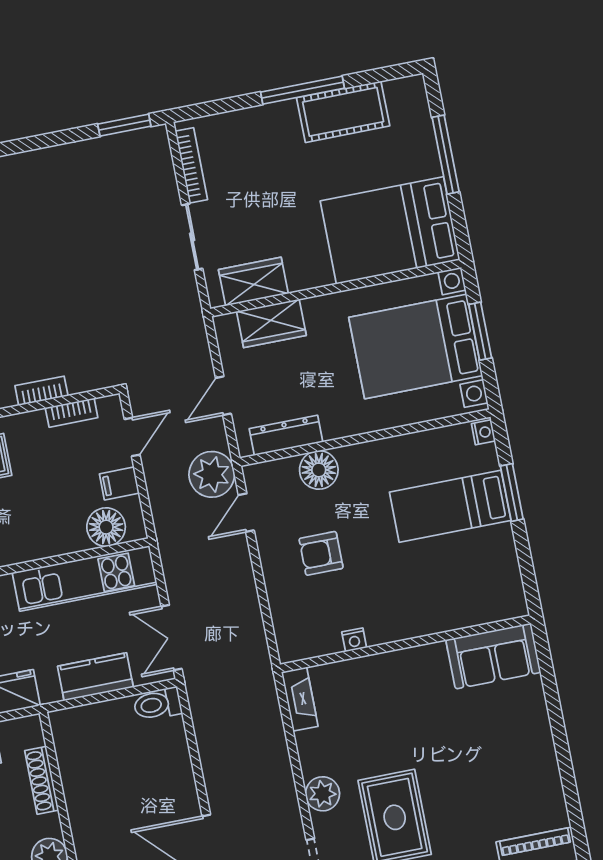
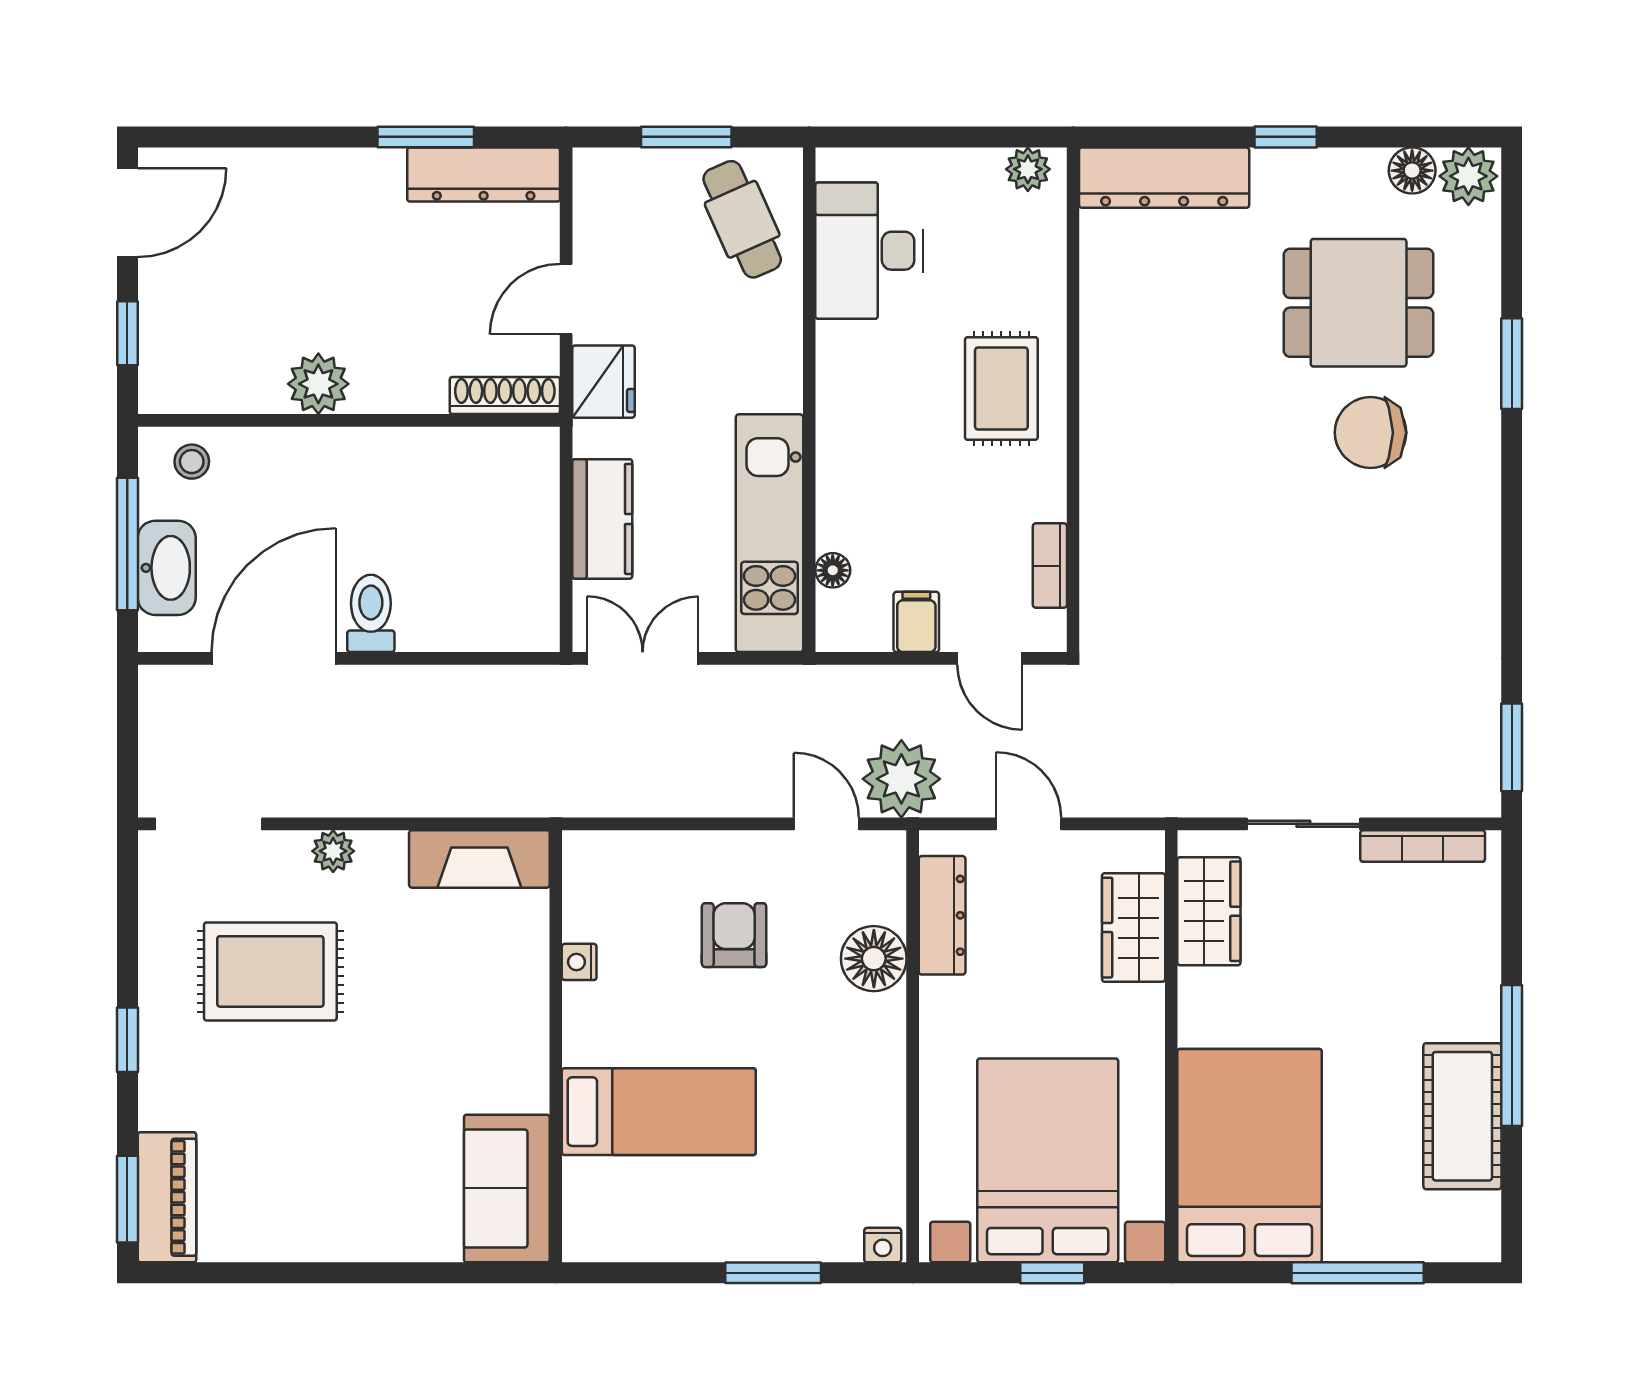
window: (480, 331) -> (1052, 1273), width x0.67
bookcase: (41, 391) -> (1096, 522), removed
bed: (450, 506) -> (659, 1112), moved, turned 90
floor lamp: (106, 527) -> (833, 570), width x0.53, depth x0.53
fireplace: (300, 699) -> (479, 859), width x1.37, depth x1.32
toilet: (157, 704) -> (371, 613), moved
shoe rack: (42, 780) -> (505, 395), moved
plant: (323, 794) -> (333, 851), width x0.73, depth x0.73

